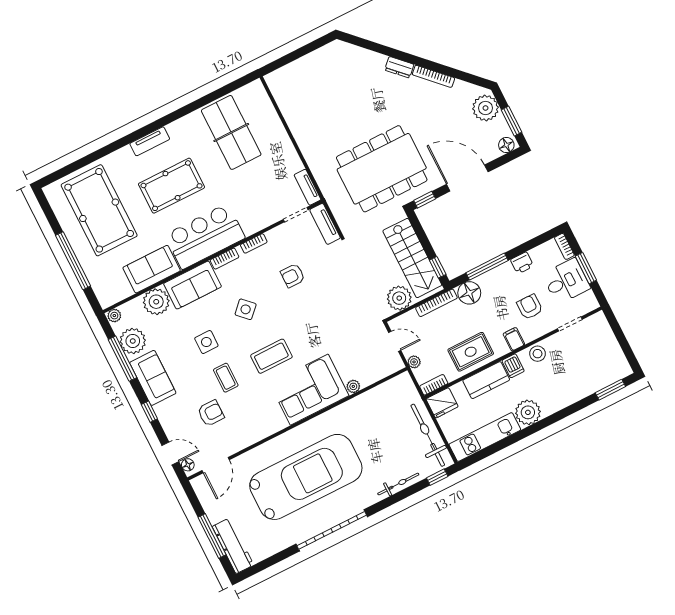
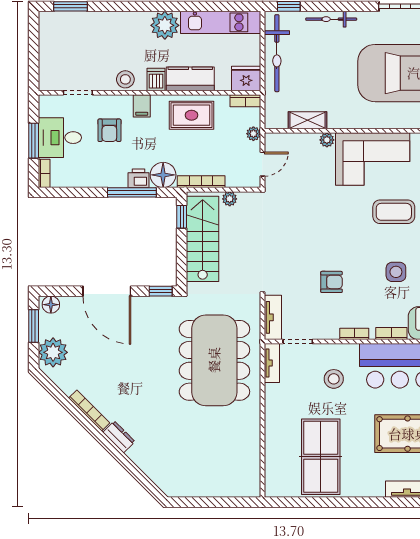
dining table: (382, 169) -> (214, 360), moved, turned 90
stool: (252, 199) -> (334, 379), added
printer: (522, 263) -> (138, 178), moved
plant: (399, 298) -> (230, 199), width x0.53, depth x0.53
side table: (246, 309) -> (396, 272), turned 45
door: (395, 341) -> (262, 164), swing flipped
shelving: (377, 394) -> (308, 120), added

